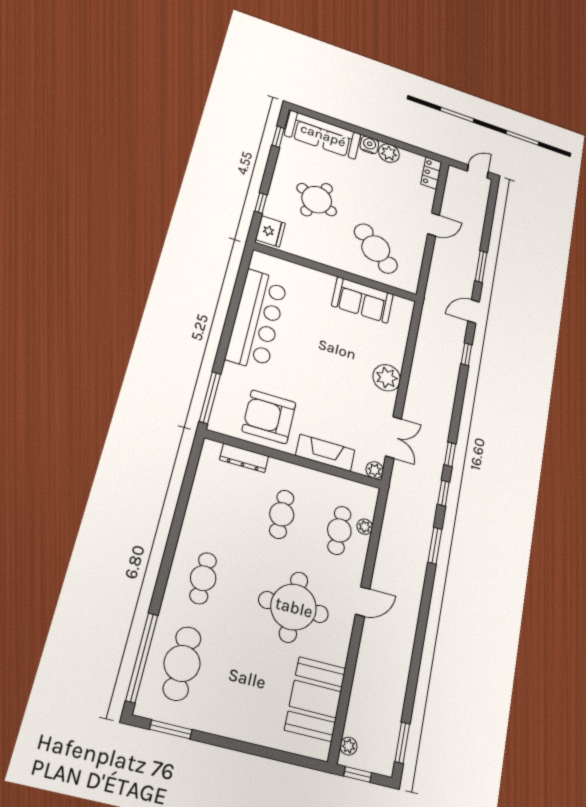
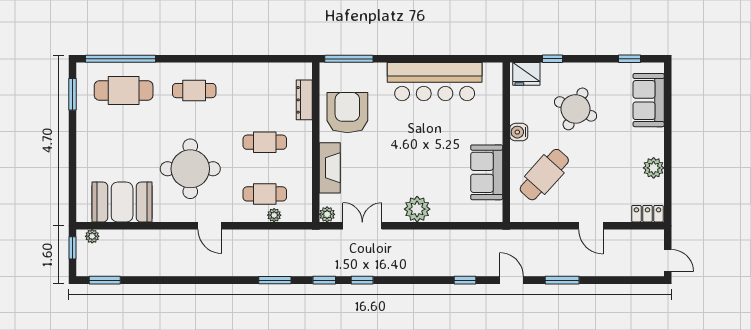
sofa: (323, 135) -> (649, 100), width x0.73
water cooler: (369, 145) -> (519, 132), moved, turned 180
double door: (394, 437) -> (362, 226), swing flipped

